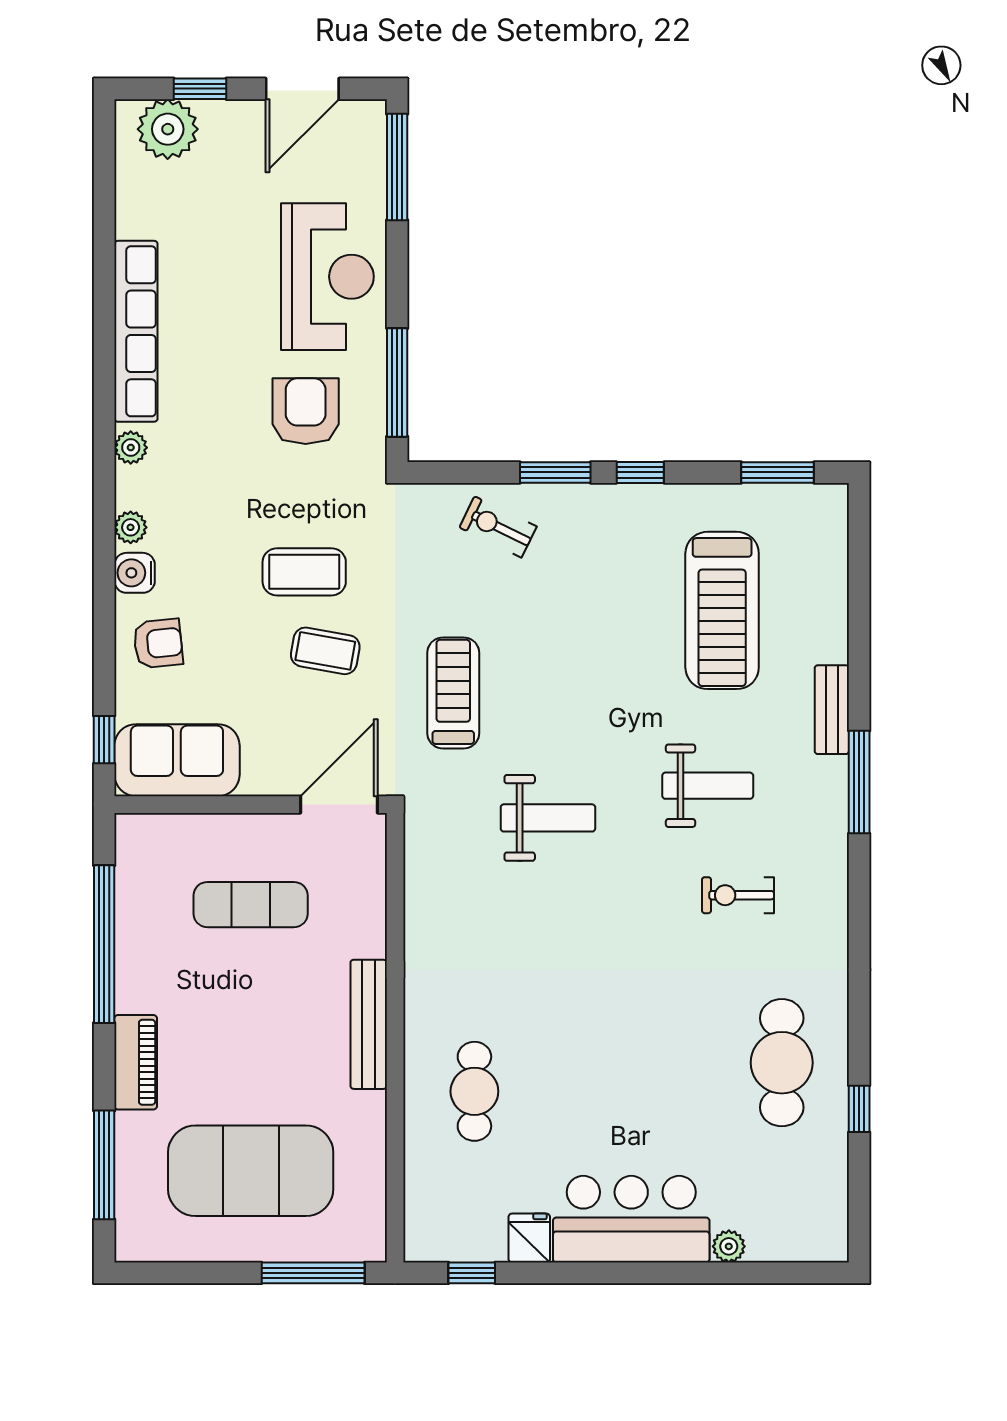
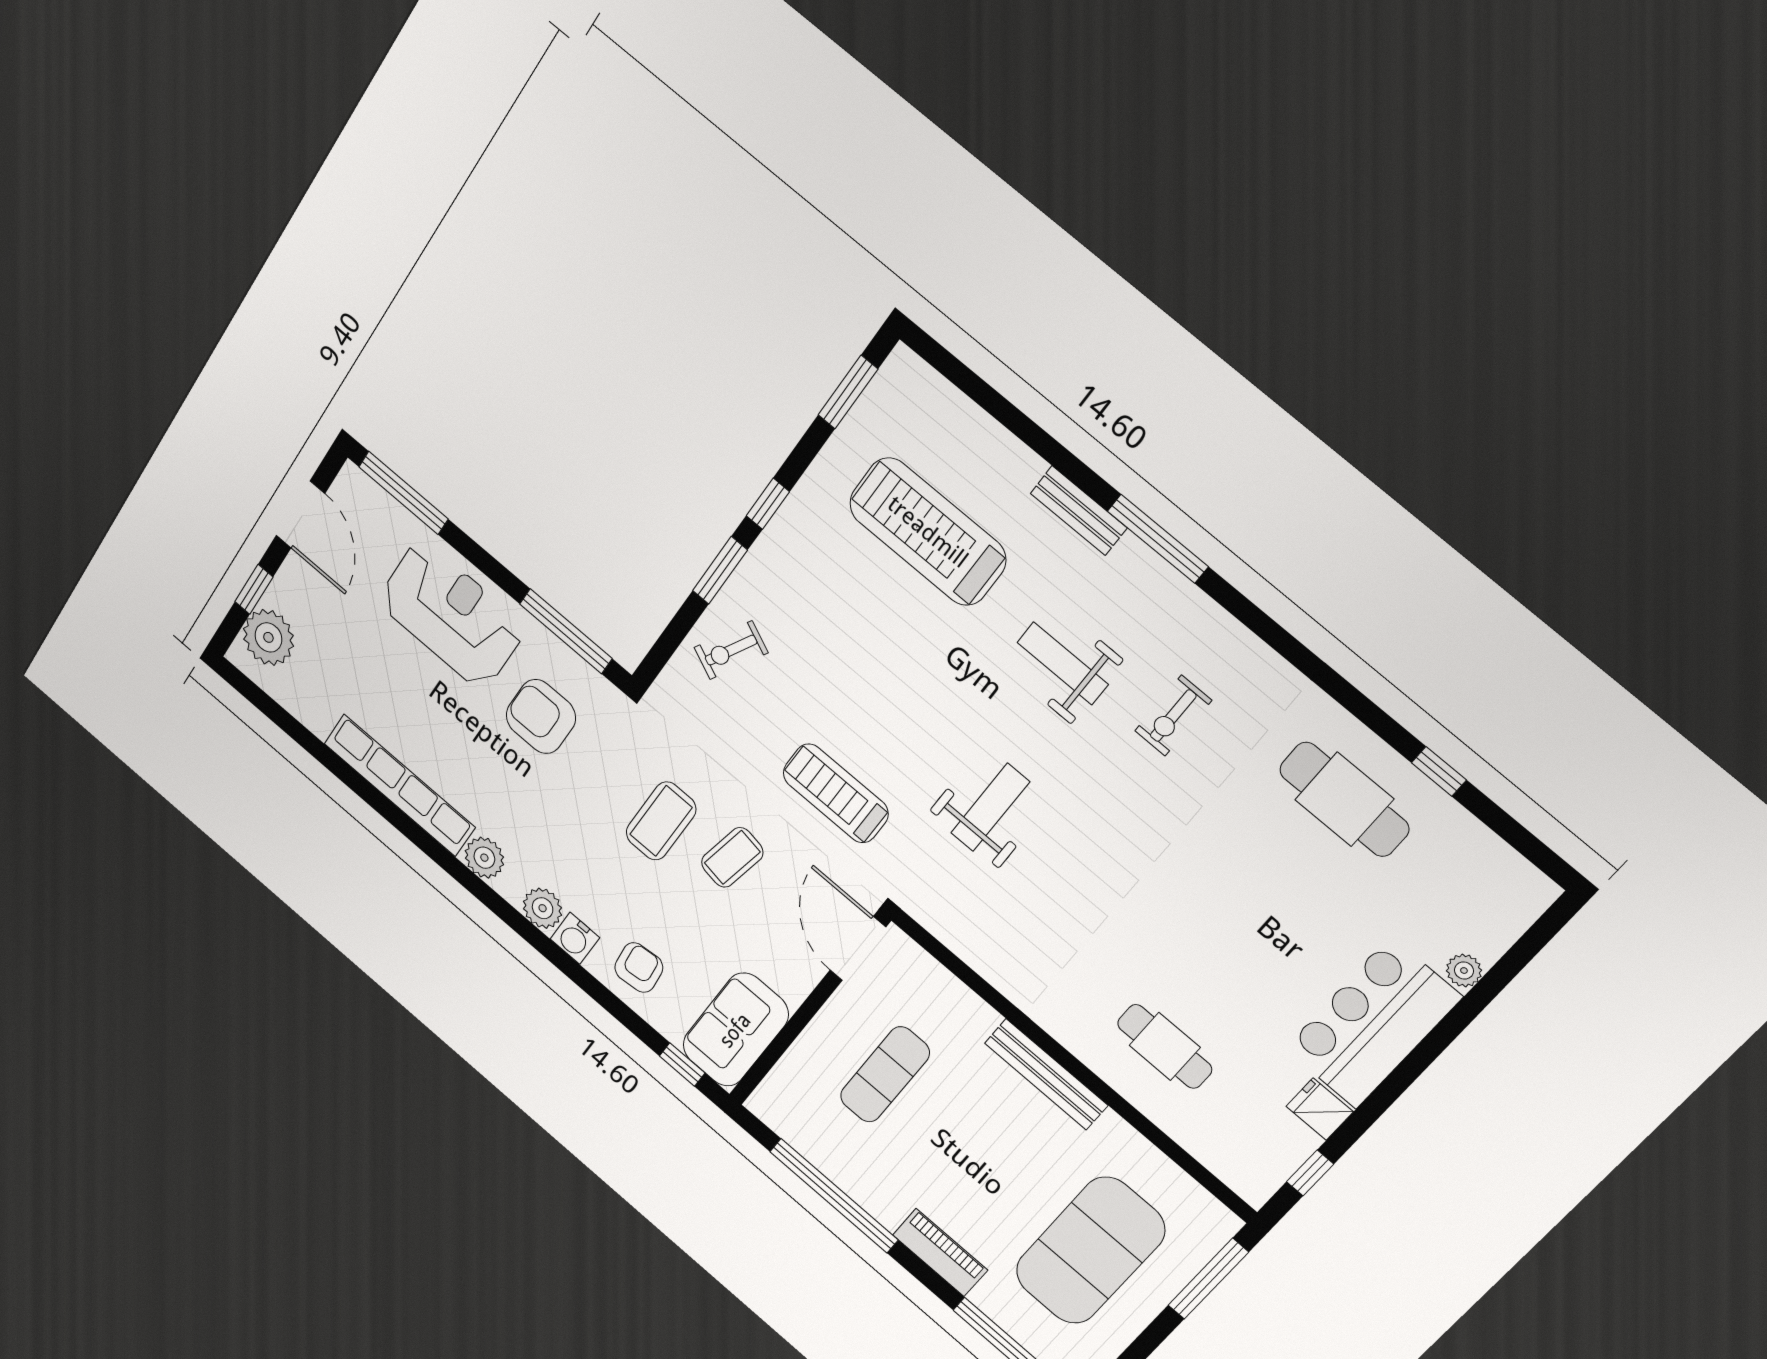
plant: (131, 448) -> (484, 858), width x1.38, depth x1.38
plant: (131, 527) -> (543, 908), width x1.38, depth x1.38
treadmill: (722, 610) -> (928, 532), turned 180
weight bench: (708, 786) -> (1063, 663), turned -90

